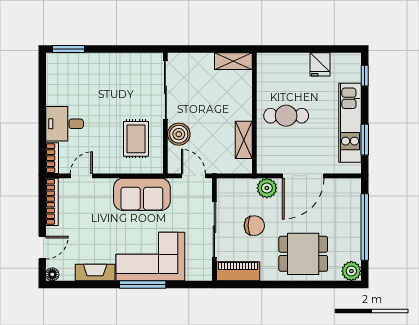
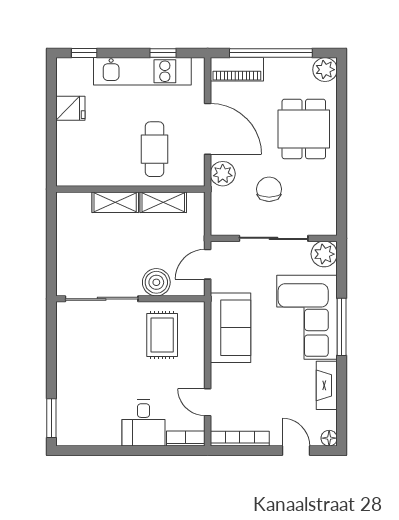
shelving: (233, 61) -> (115, 202), moved, turned 90
cafe table: (286, 116) -> (155, 149), moved
rug: (136, 139) -> (162, 335), turned 90
window: (365, 140) -> (163, 53), width x0.67
plant: (202, 270) -> (324, 254), added
piano: (238, 271) -> (237, 69), moved, turned -90

